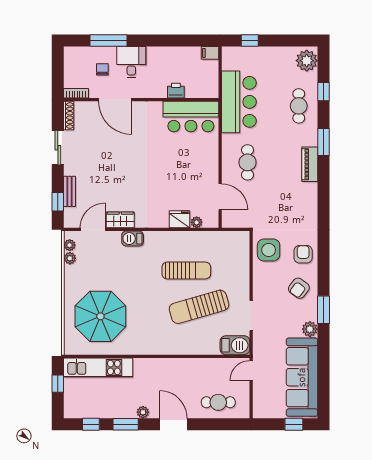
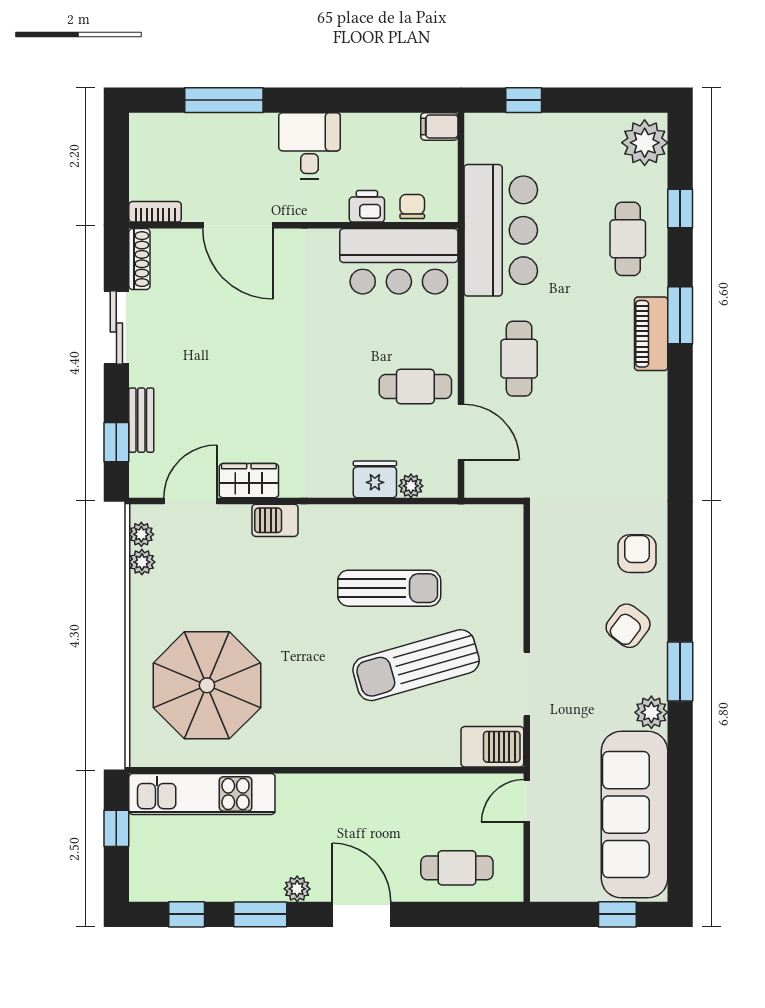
desk: (131, 62) -> (309, 146), moved
chair: (102, 69) -> (412, 207), moved
piano: (310, 164) -> (651, 334), moved
cafe table: (199, 175) -> (415, 386), added
side table: (269, 250) -> (564, 545), removed

